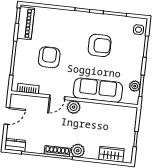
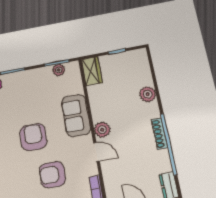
armchair: (100, 45) -> (33, 137), moved
sofa: (98, 90) -> (76, 115), width x0.73
plant: (78, 151) -> (148, 94), moved
wardrobe: (111, 154) -> (92, 71), moved, turned 180

